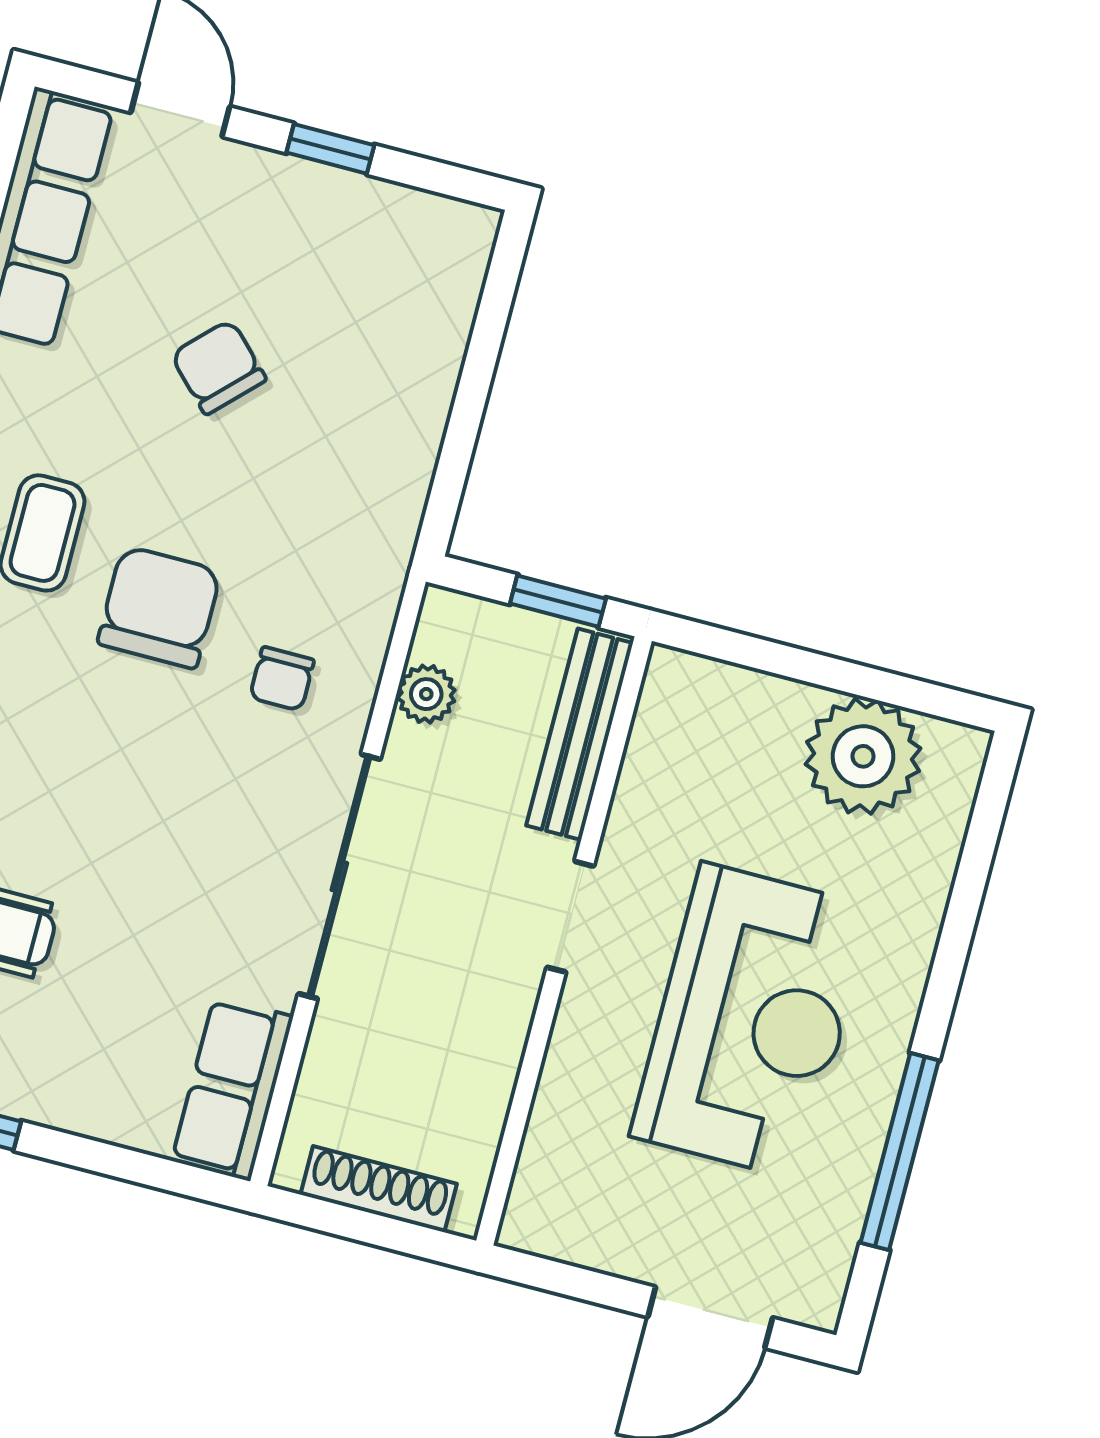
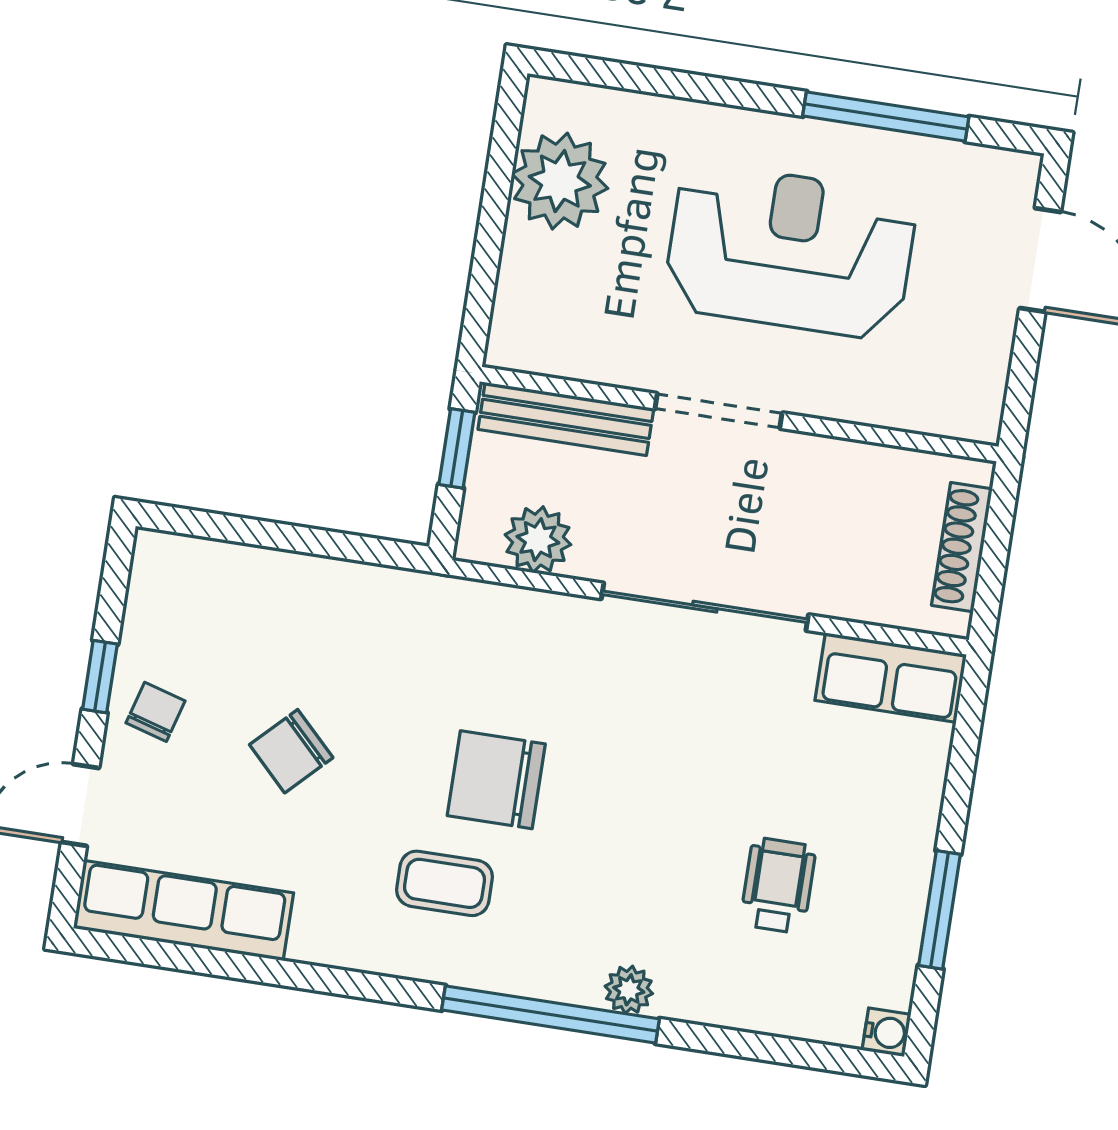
chair: (282, 679) -> (155, 712), moved, turned -74
plant: (426, 694) -> (538, 540), width x1.38, depth x1.38
doorway: (570, 917) -> (719, 411), width x1.38

